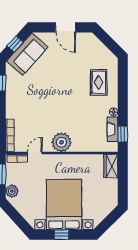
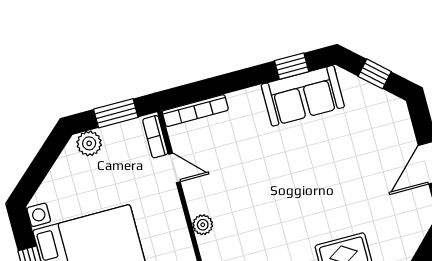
sofa: (27, 54) -> (303, 96), moved, turned -42
plant: (61, 142) -> (203, 225), width x0.53, depth x0.53

